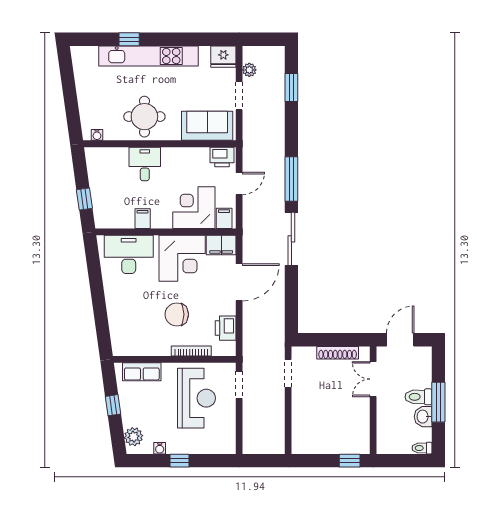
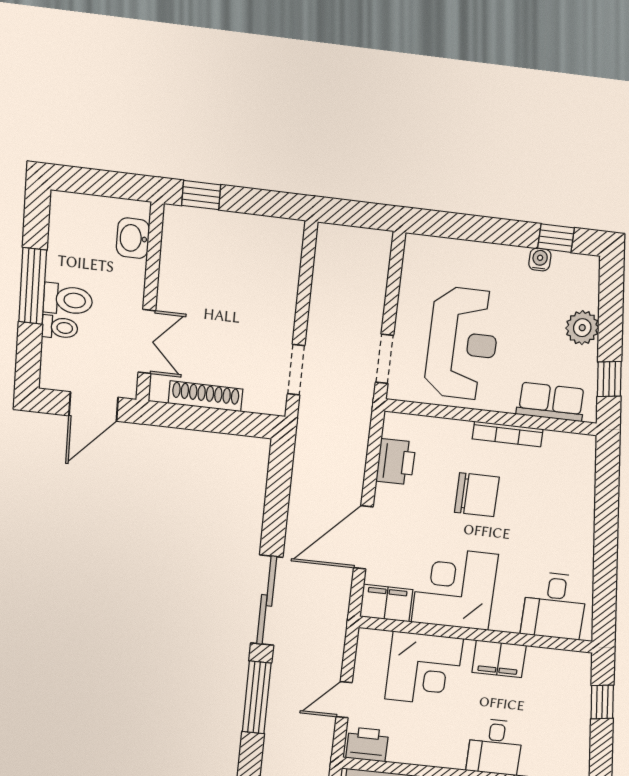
filing cabinet: (224, 218) -> (376, 646), removed
filing cabinet: (143, 219) -> (499, 659), width x2.00
desk: (129, 254) -> (554, 606), width x0.73
bookcase: (191, 351) -> (508, 434), moved
reception desk: (196, 398) -> (462, 344), turned 180
window: (113, 405) -> (609, 379), moved
washbasin: (423, 417) -> (133, 238), moved, turned 180
plant: (134, 437) -> (582, 328), moved
toilet: (422, 448) -> (60, 327), moved
window: (180, 461) -> (556, 238), moved

